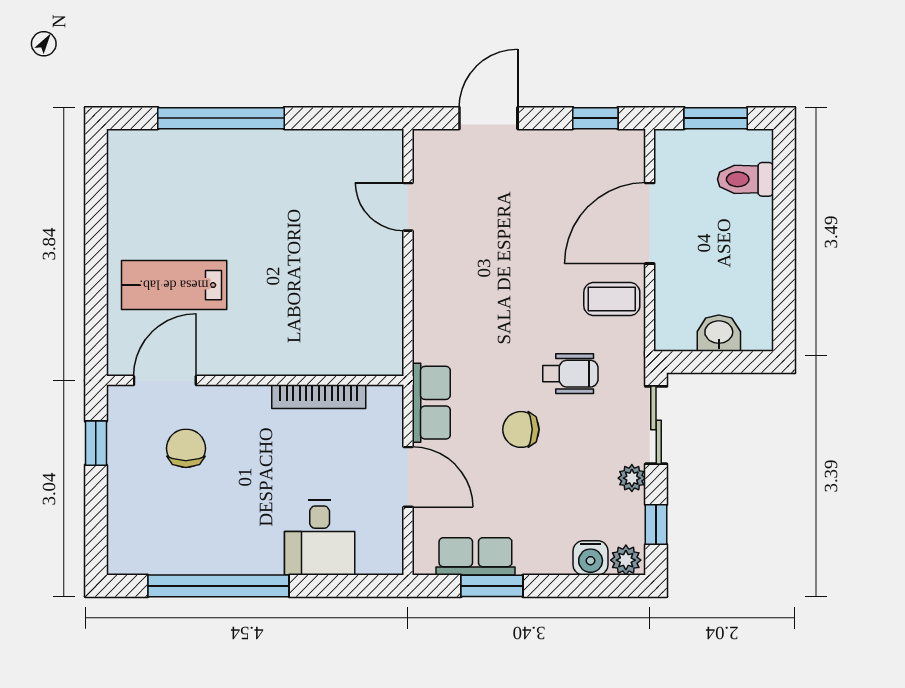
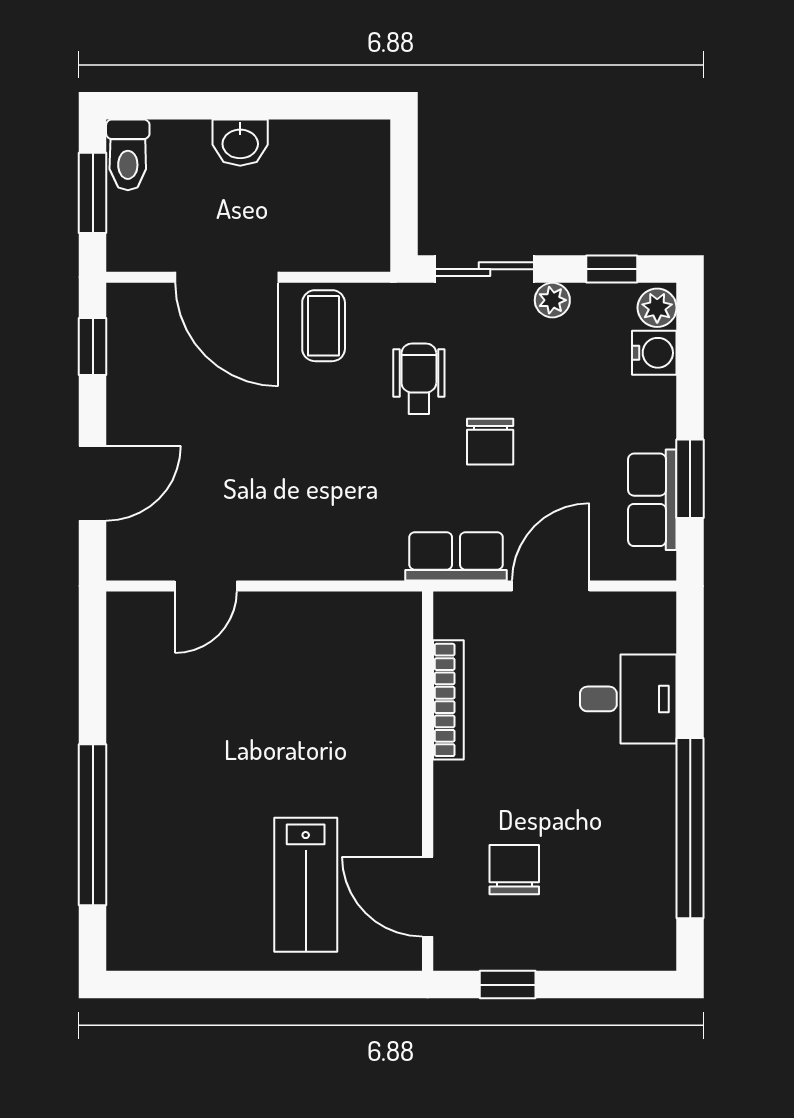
door: (488, 118) -> (93, 483), swing flipped
toilet: (745, 179) -> (128, 155), moved
washbasin: (719, 333) -> (240, 143), moved, turned -90
chair: (186, 448) -> (514, 870), turned 90

